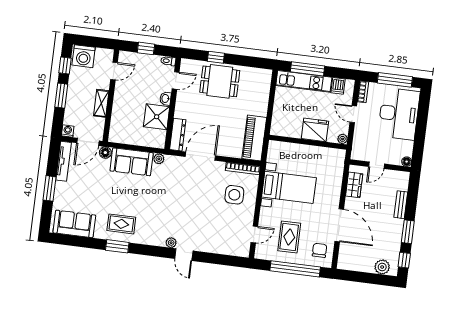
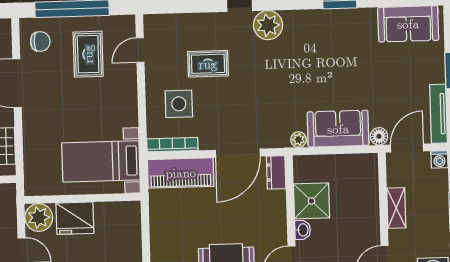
dresser: (178, 135) -> (276, 172), width x0.70
piano: (254, 138) -> (181, 173), moved, turned 90
plant: (343, 139) -> (39, 217), width x1.88, depth x1.88
bed with nightstands: (289, 187) -> (101, 161), moved
rug: (121, 224) -> (208, 64), moved
plant: (171, 243) -> (268, 25), width x1.88, depth x1.88
chair: (320, 250) -> (40, 42), turned -90

